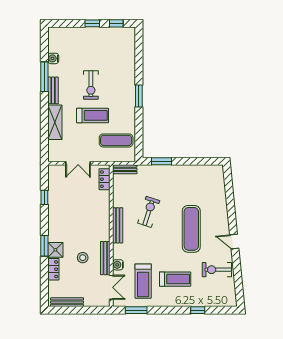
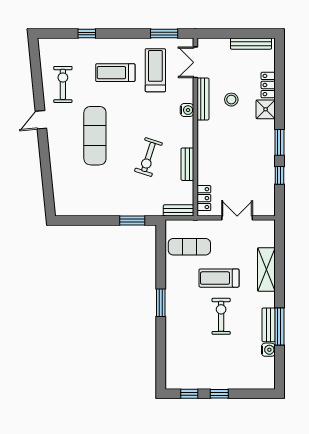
bench: (53, 90) -> (269, 325), moved
bench: (118, 225) -> (187, 164), moved, width x0.73
door: (234, 242) -> (41, 120), swing flipped
window: (44, 246) -> (279, 142), moved
water cooler: (118, 265) -> (187, 110), moved
exercise bike: (217, 270) -> (63, 84), turned -90

